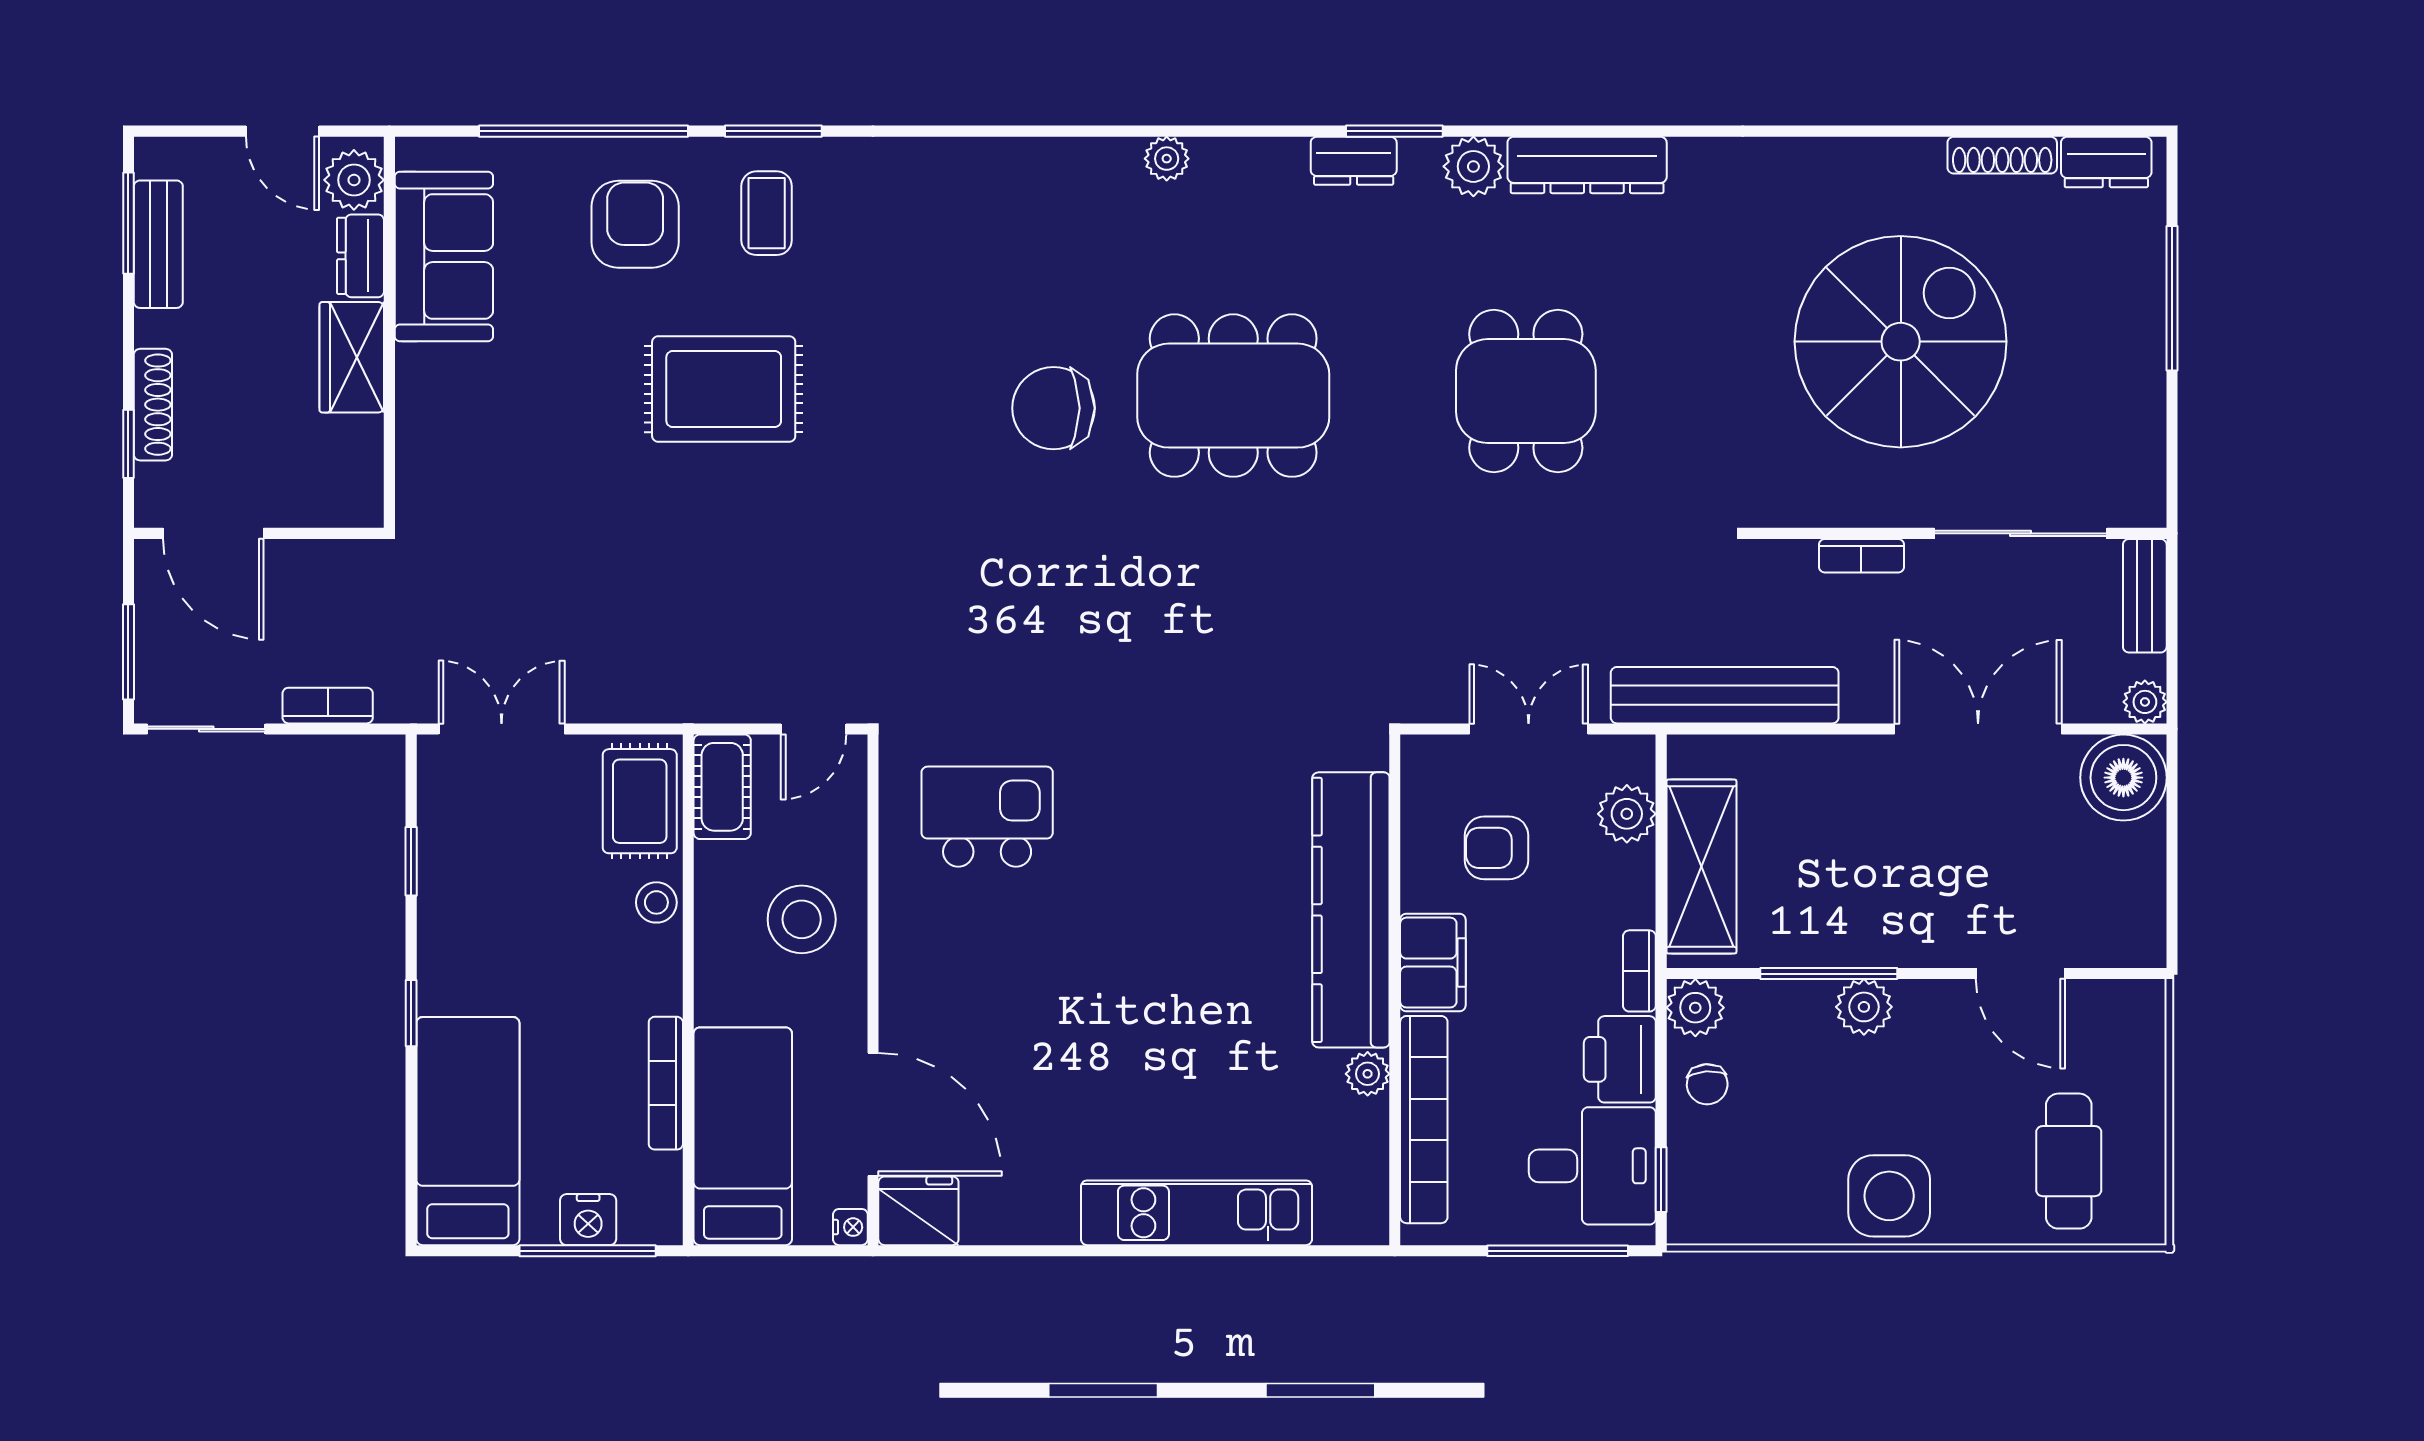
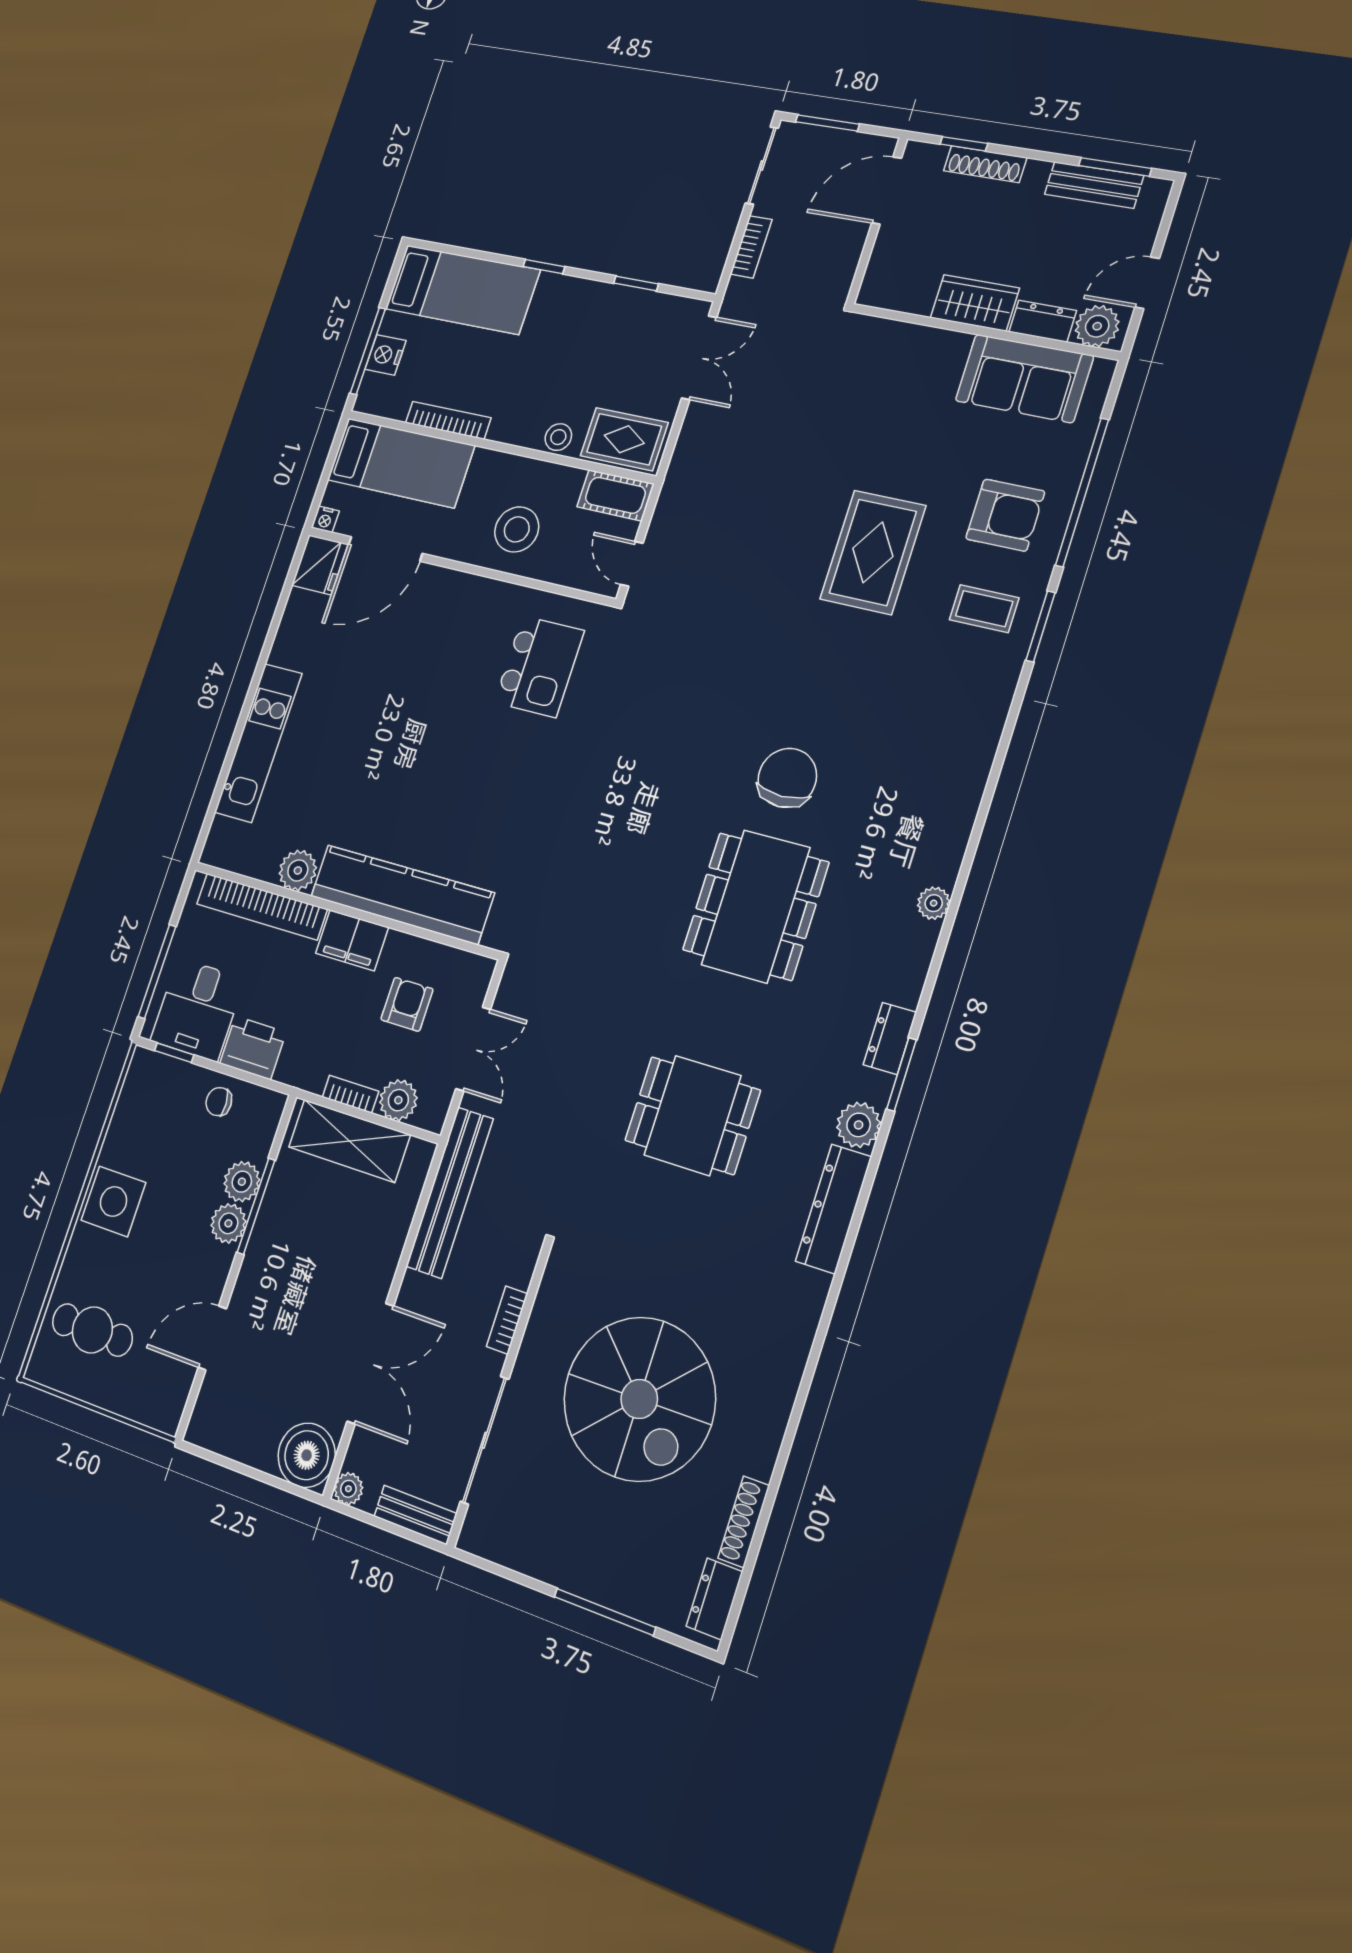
bookcase: (1639, 971) -> (350, 1094), moved
plant: (1695, 1008) -> (242, 1182), moved
plant: (1368, 1074) -> (298, 870), width x1.38, depth x1.38

